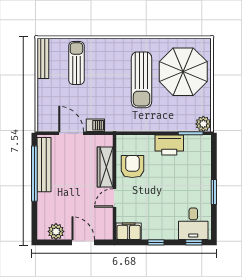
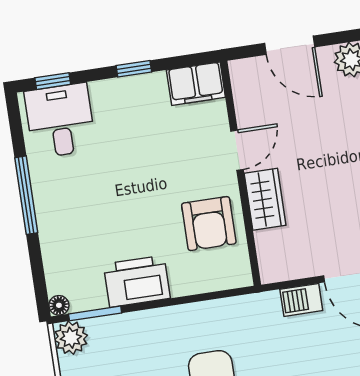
floor lamp: (207, 139) -> (59, 305), added
wardrobe: (105, 167) -> (265, 199), width x0.67
window: (214, 192) -> (26, 195), width x1.44

